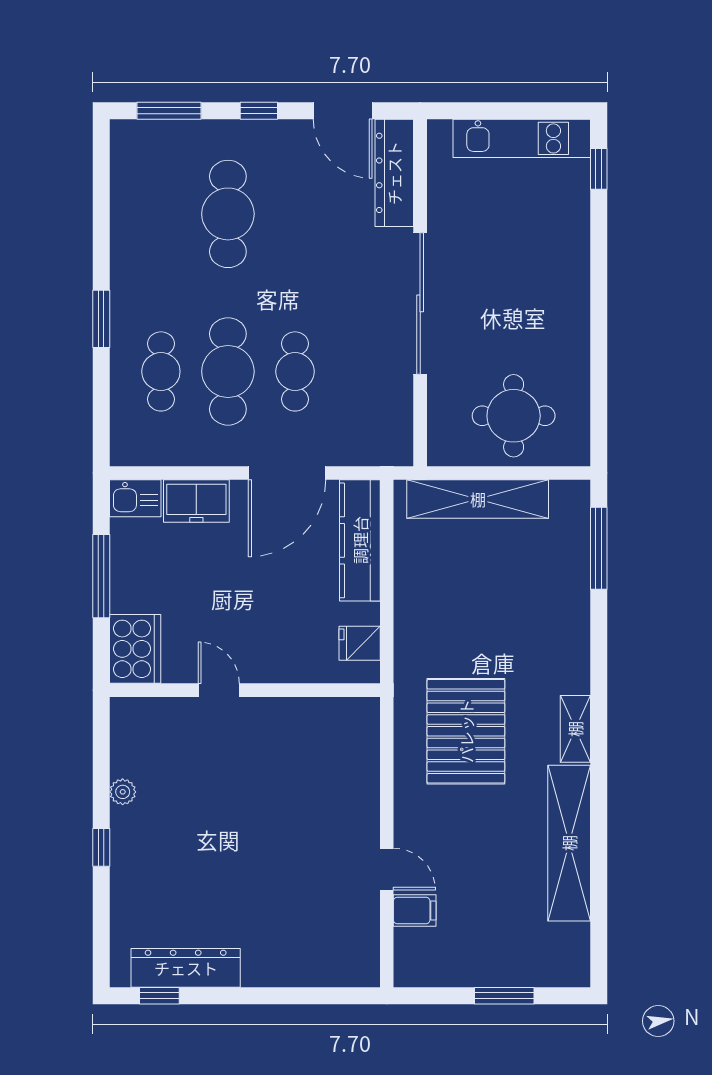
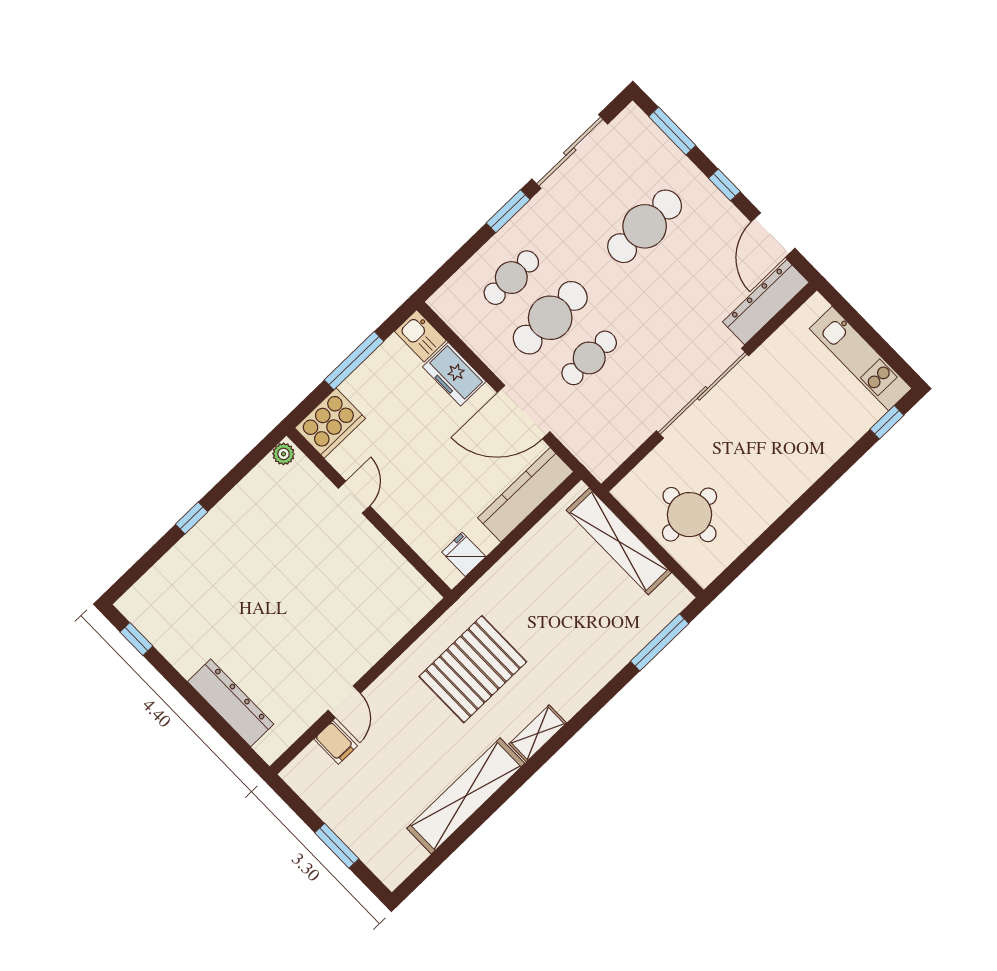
sliding door: (101, 216) -> (570, 152), added
plant: (123, 792) -> (284, 454), moved
dresser: (186, 968) -> (231, 703), moved

